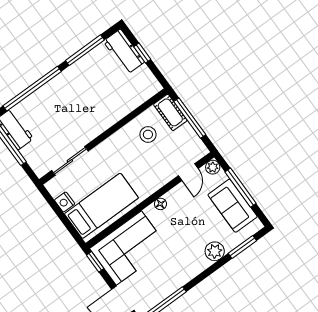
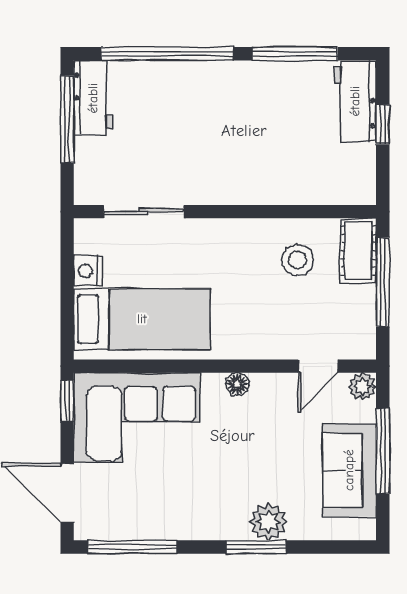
window: (242, 247) -> (256, 547), moved

